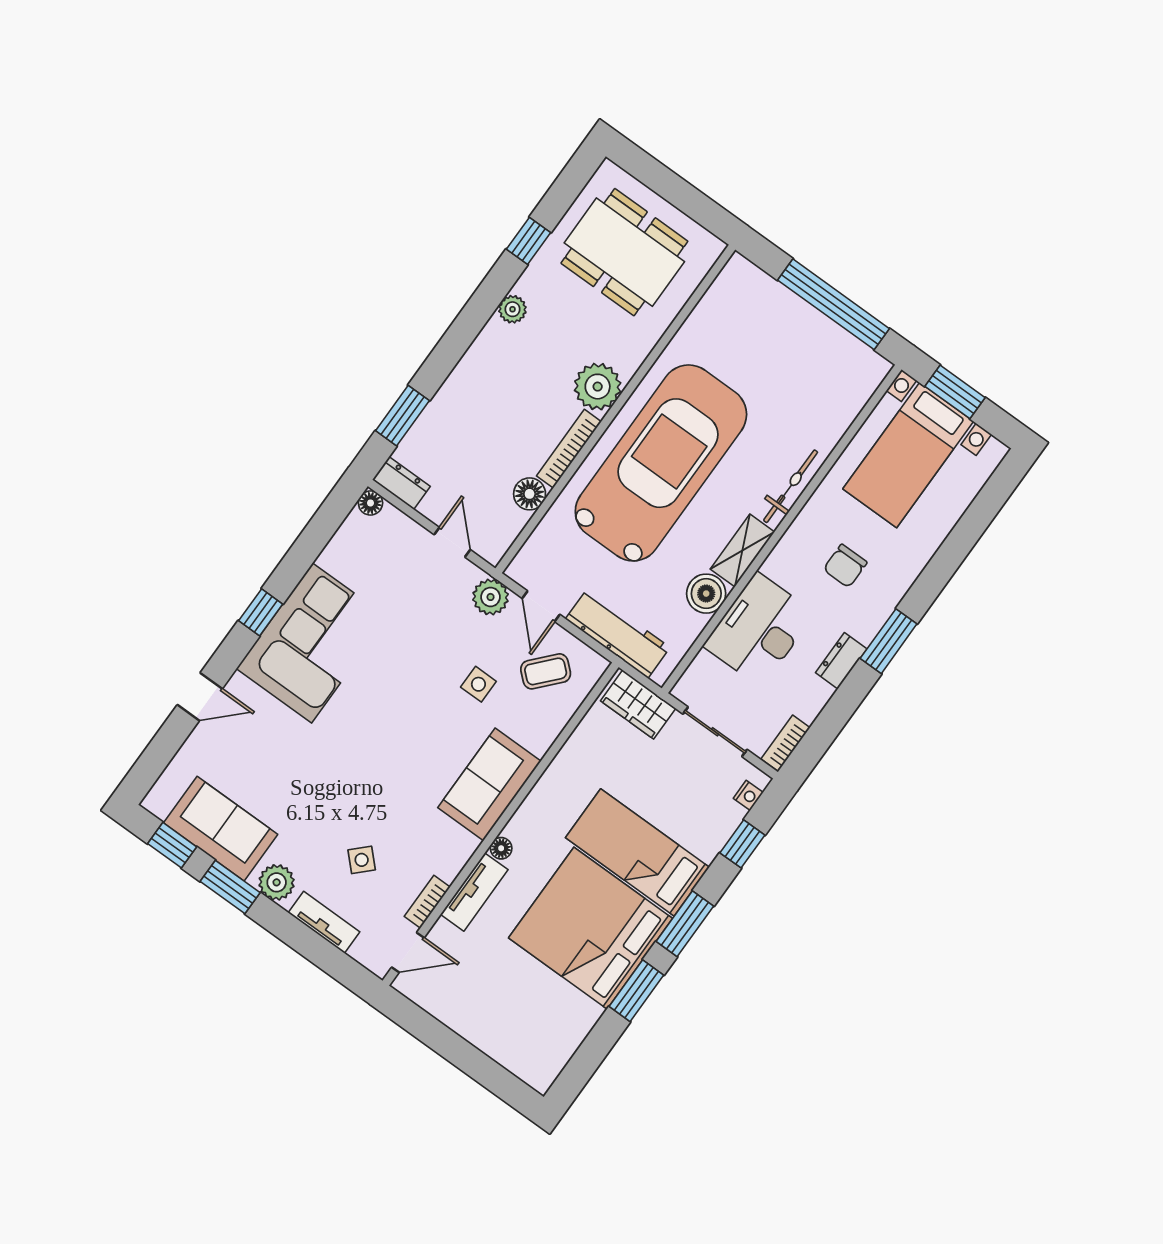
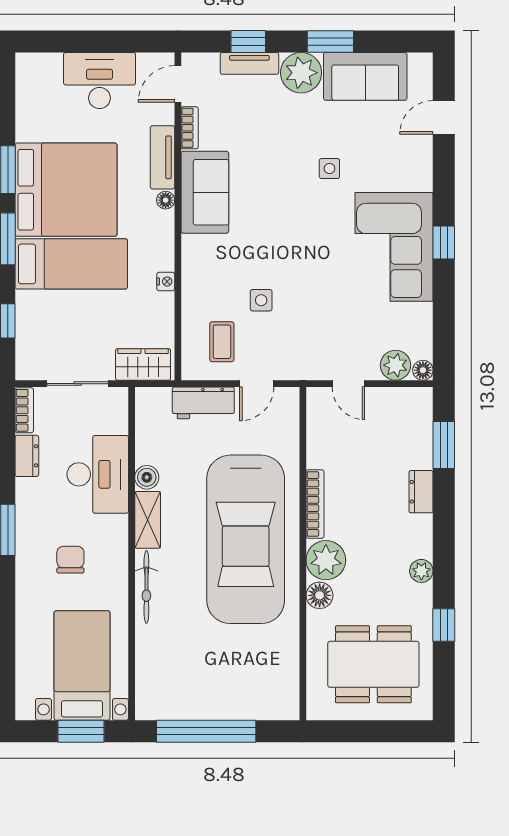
dresser: (401, 483) -> (421, 492), moved, turned 90
floor lamp: (530, 494) -> (320, 595), moved
boiler: (706, 594) -> (147, 477), width x0.73, depth x0.73
plant: (491, 597) -> (396, 365), moved
door: (541, 606) -> (257, 384), swing flipped
workbench: (618, 633) -> (203, 403), width x0.73
dresser: (841, 661) -> (27, 456), moved
coffee table: (546, 671) -> (222, 342), turned -42
door: (200, 697) -> (444, 117), moved
sofa: (489, 784) -> (205, 192), moved
nightstand: (748, 795) -> (166, 281), moved, turned 180
window: (172, 845) -> (248, 41), moved
side table: (362, 860) -> (329, 168), moved, turned 45
plant: (277, 882) -> (301, 73), width x1.36, depth x1.36
desk: (482, 1011) -> (100, 81), added

